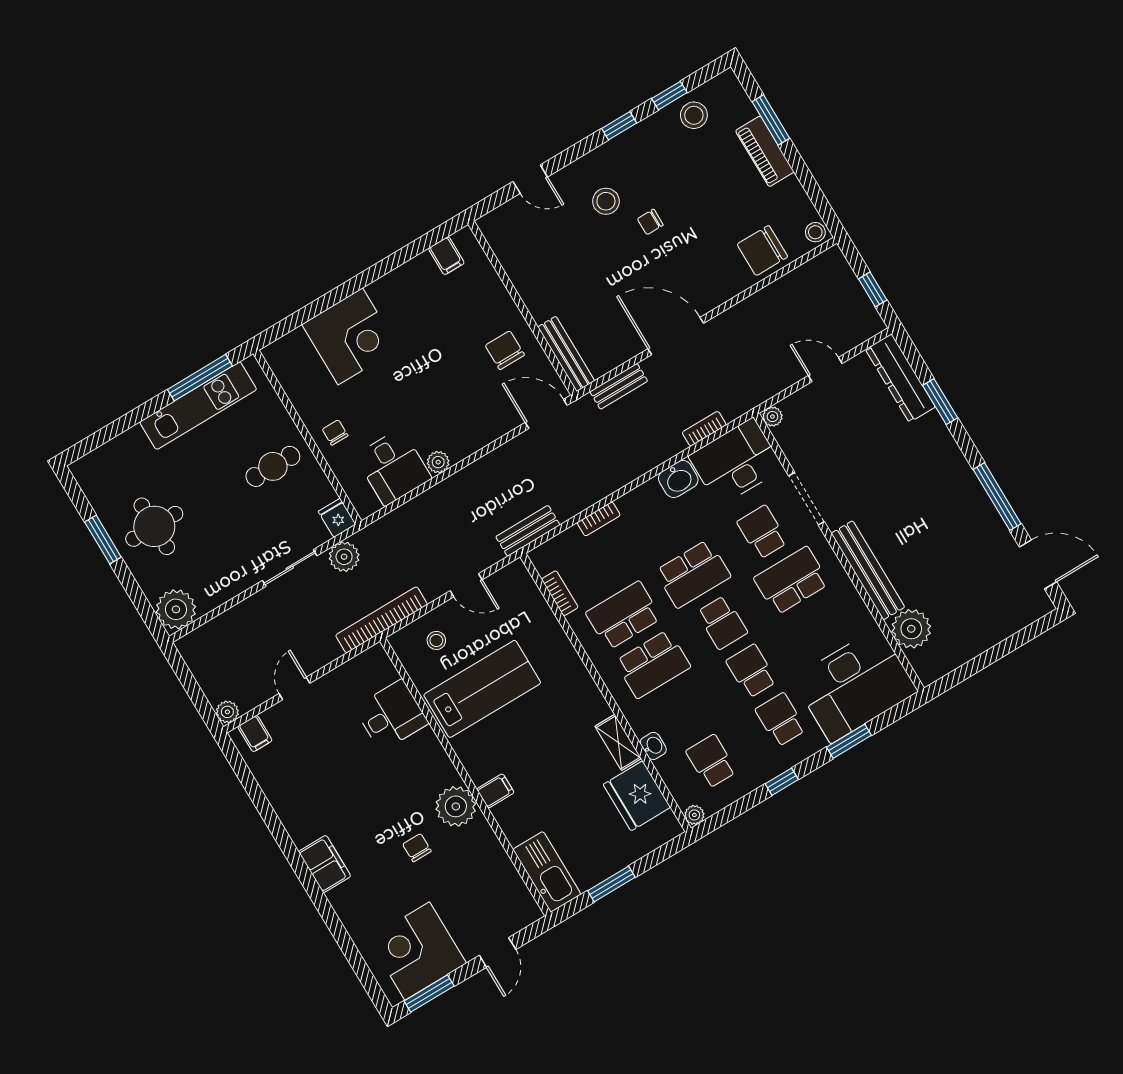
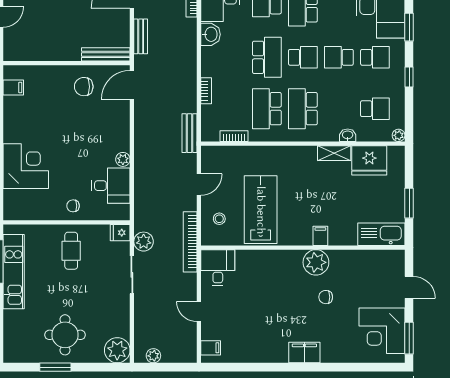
school desk: (653, 664) -> (303, 109), turned 180
plant: (227, 712) -> (153, 356), moved
desk: (391, 715) -> (218, 268), moved
school desk: (781, 720) -> (375, 57), turned 180
school desk: (711, 761) -> (375, 109), turned 180

